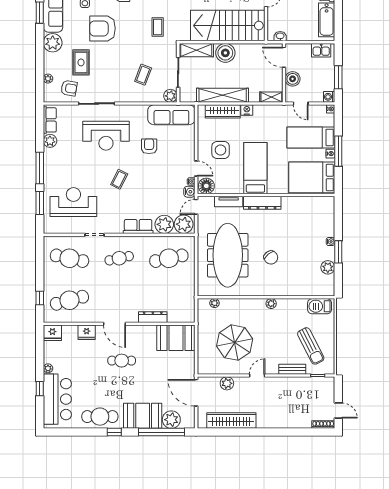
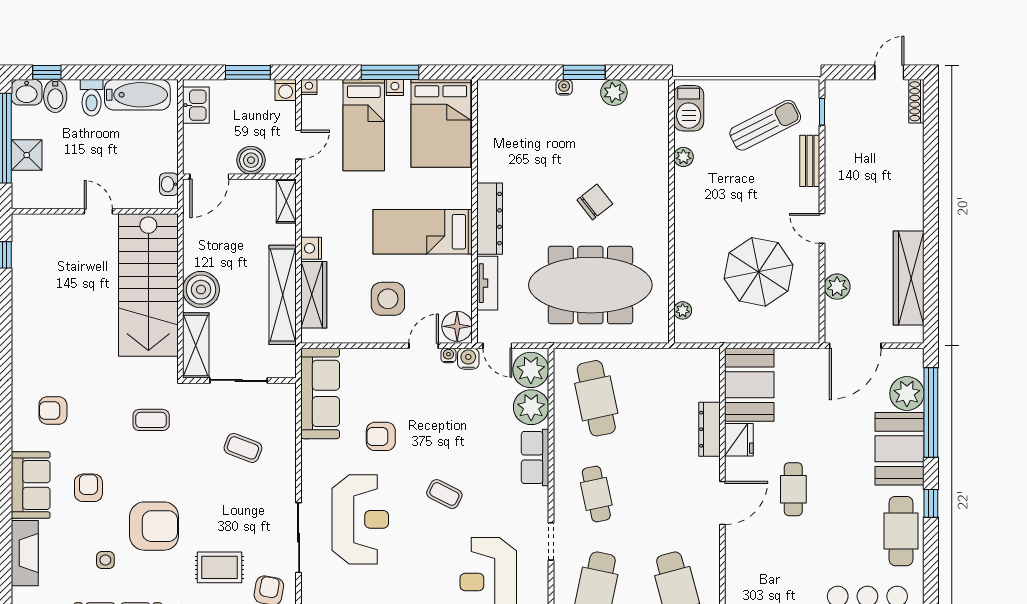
armchair: (102, 28) -> (154, 526), turned -90
plant: (170, 96) -> (284, 395), removed
plant: (271, 304) -> (683, 157), moved
fridge: (87, 332) -> (739, 440), moved

